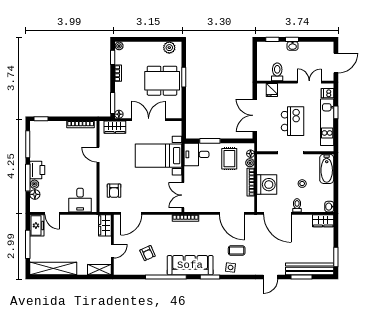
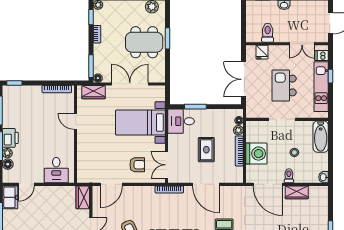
double door: (309, 82) -> (302, 44), swing flipped
kitchen island: (293, 121) -> (284, 86), turned 180
rug: (229, 159) -> (206, 150), moved
armchair: (114, 191) -> (137, 165), moved, turned -90
door: (52, 213) -> (26, 184), hinge flipped
door: (232, 213) -> (206, 184), moved
wardrobe: (323, 221) -> (297, 192), moved

